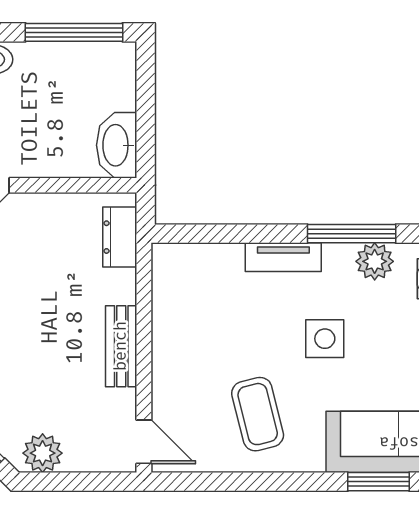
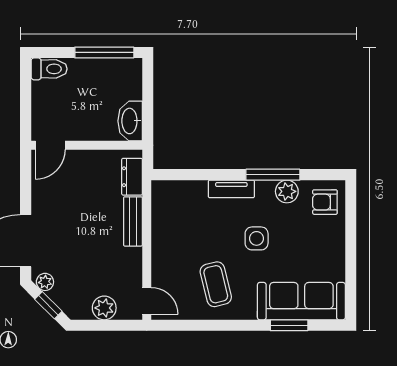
bench: (121, 346) -> (133, 221), moved
plant: (43, 453) -> (104, 308), moved

